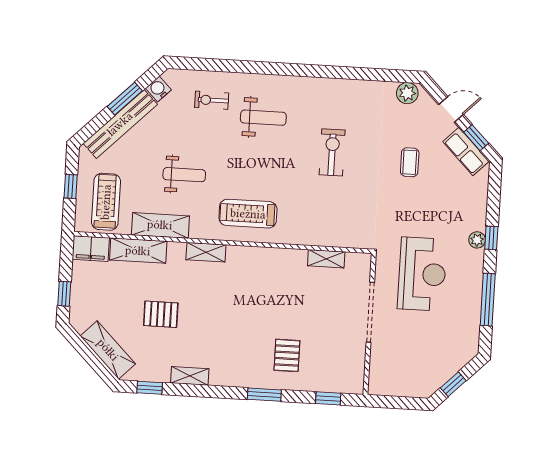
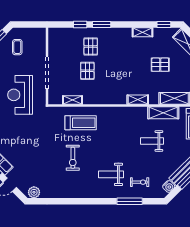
window: (232, 66) -> (130, 201), added
coffee table: (410, 162) -> (17, 47), moved
treadmill: (248, 214) -> (81, 123), moved
pallet: (296, 311) -> (87, 71), added
window: (328, 398) -> (80, 25), moved

